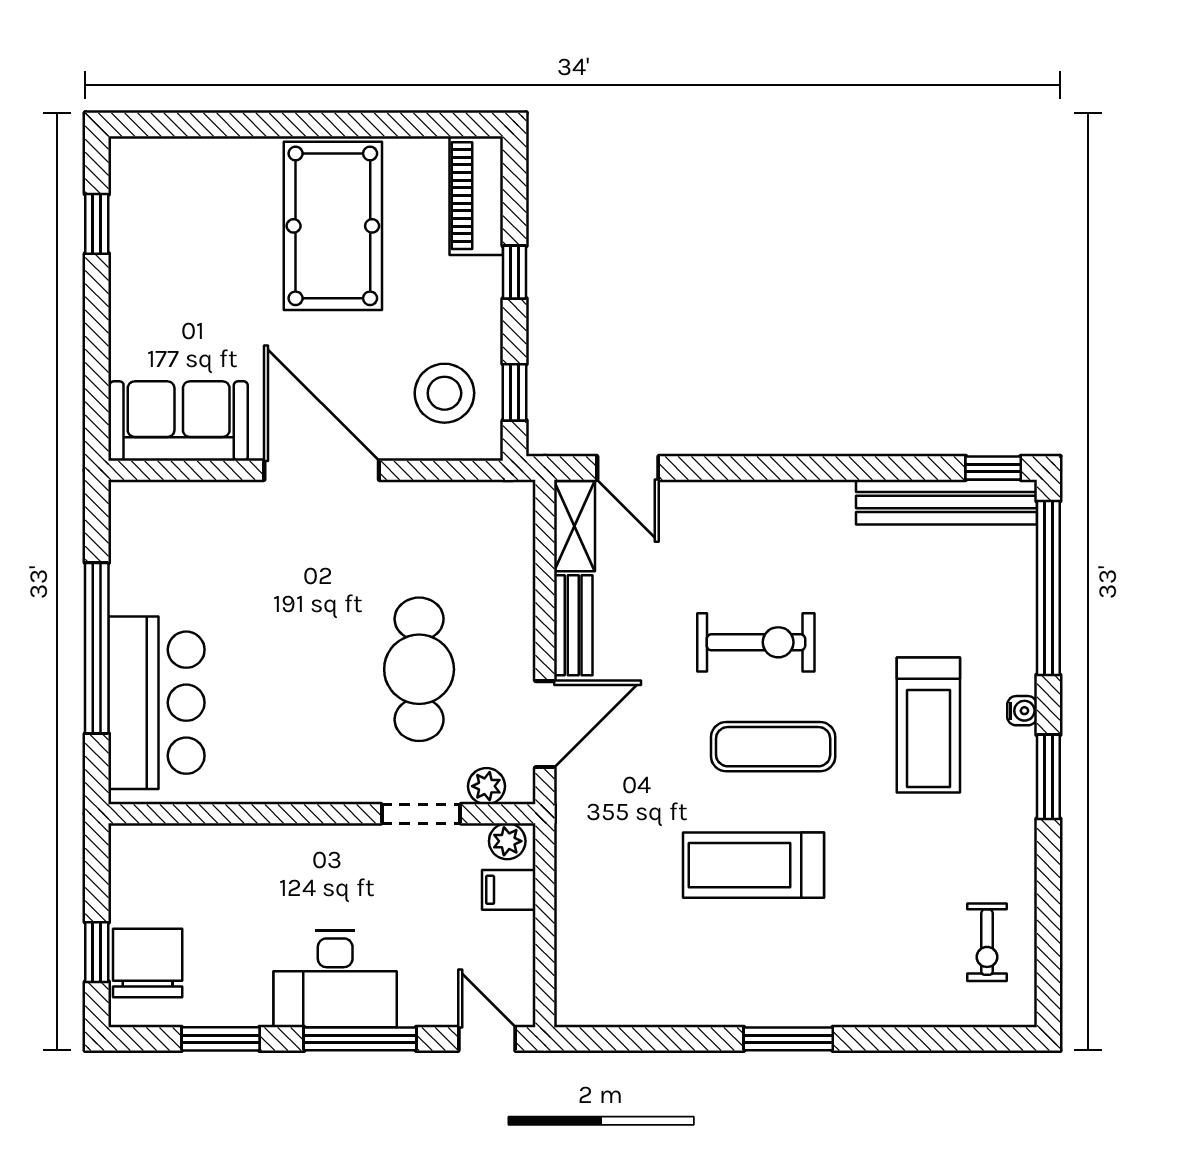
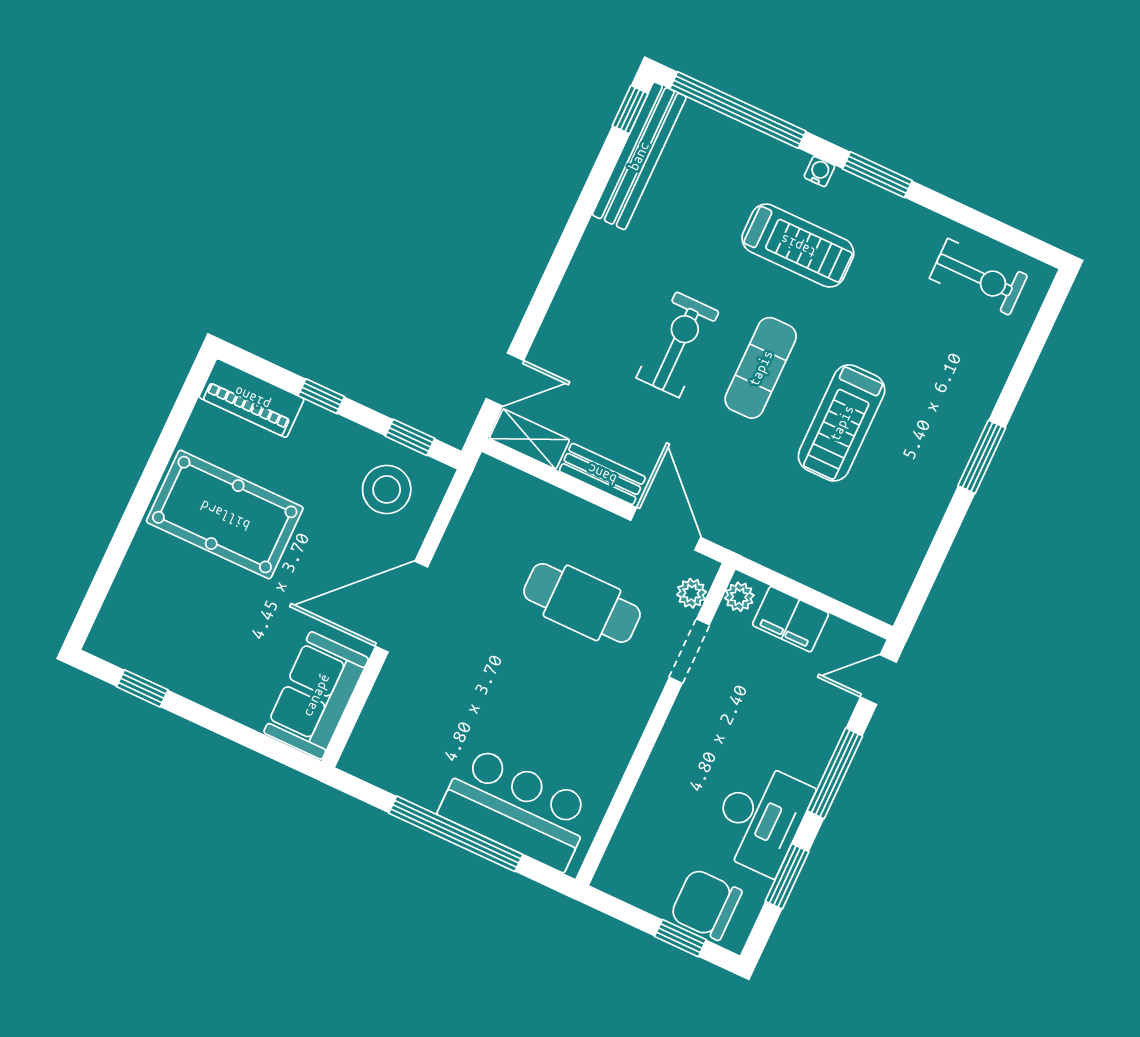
filing cabinet: (509, 890) -> (791, 619), width x2.00
exercise bike: (987, 942) -> (979, 277), width x1.38, depth x1.39
desk: (335, 979) -> (760, 818), moved

